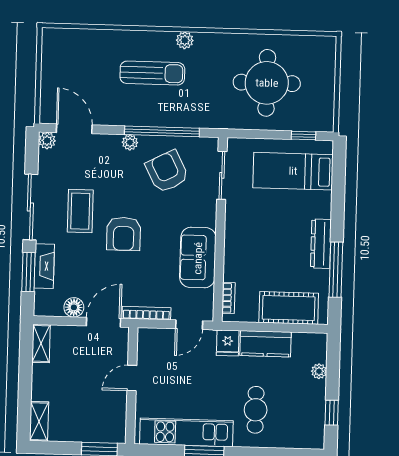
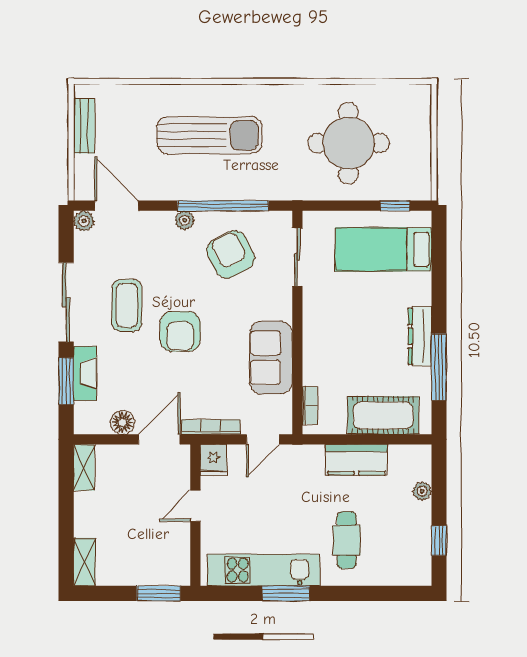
plant: (185, 40) -> (247, 94), removed
bench: (49, 62) -> (84, 126), added
sun lounger: (152, 73) -> (209, 135), width x1.36, depth x1.34
fridge: (228, 343) -> (214, 460), moved

